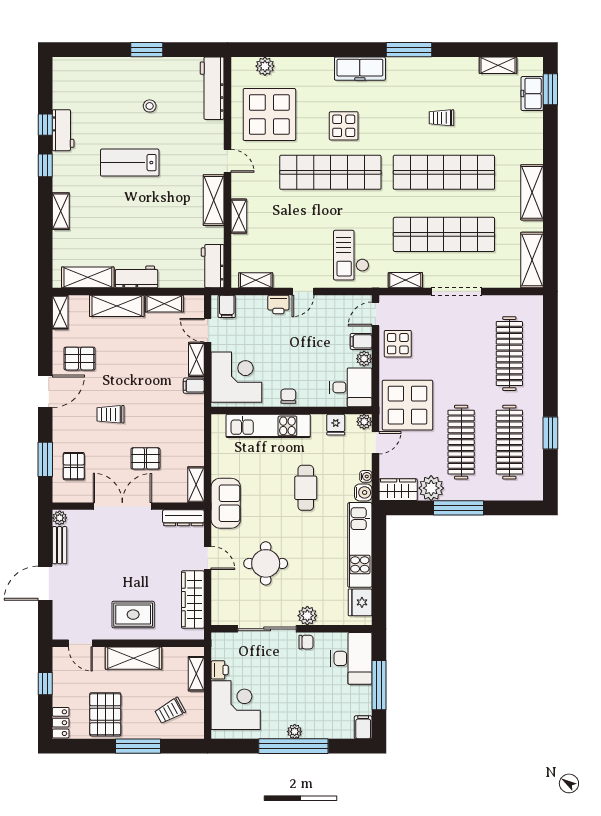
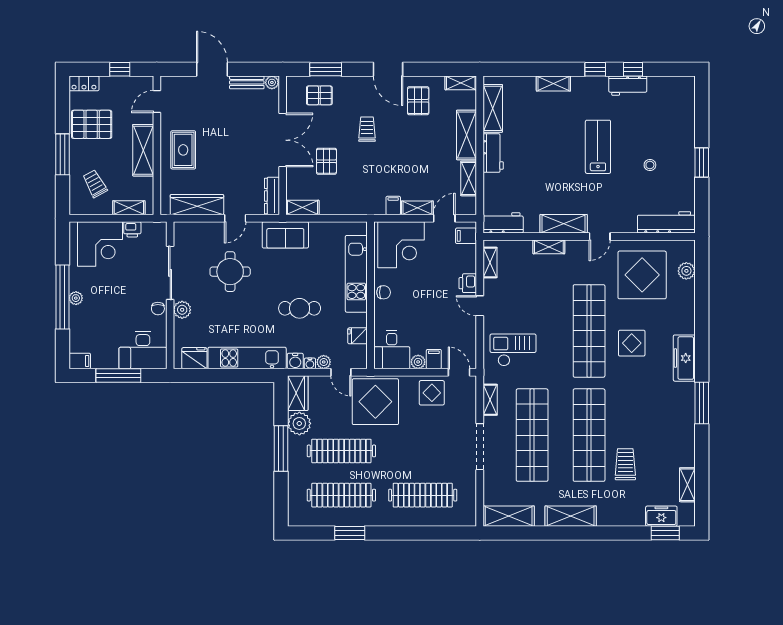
trolley: (442, 118) -> (625, 464), moved, width x1.36, depth x1.39
plant: (364, 422) -> (324, 362), moved

